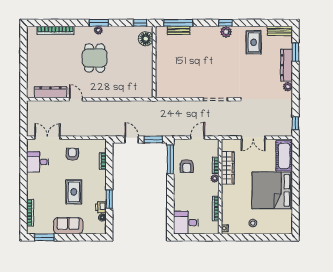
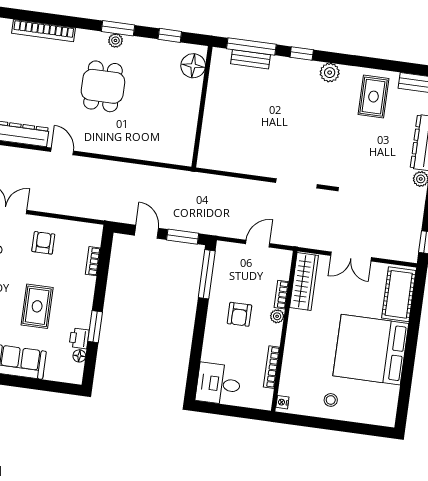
window: (140, 23) -> (170, 35), moved
window: (225, 23) -> (302, 53), moved
armchair: (187, 166) -> (239, 314), moved
wardrobe: (228, 168) -> (304, 281), moved

